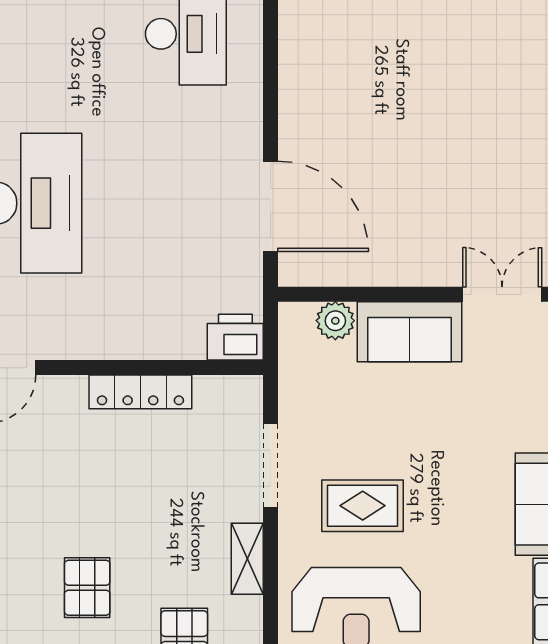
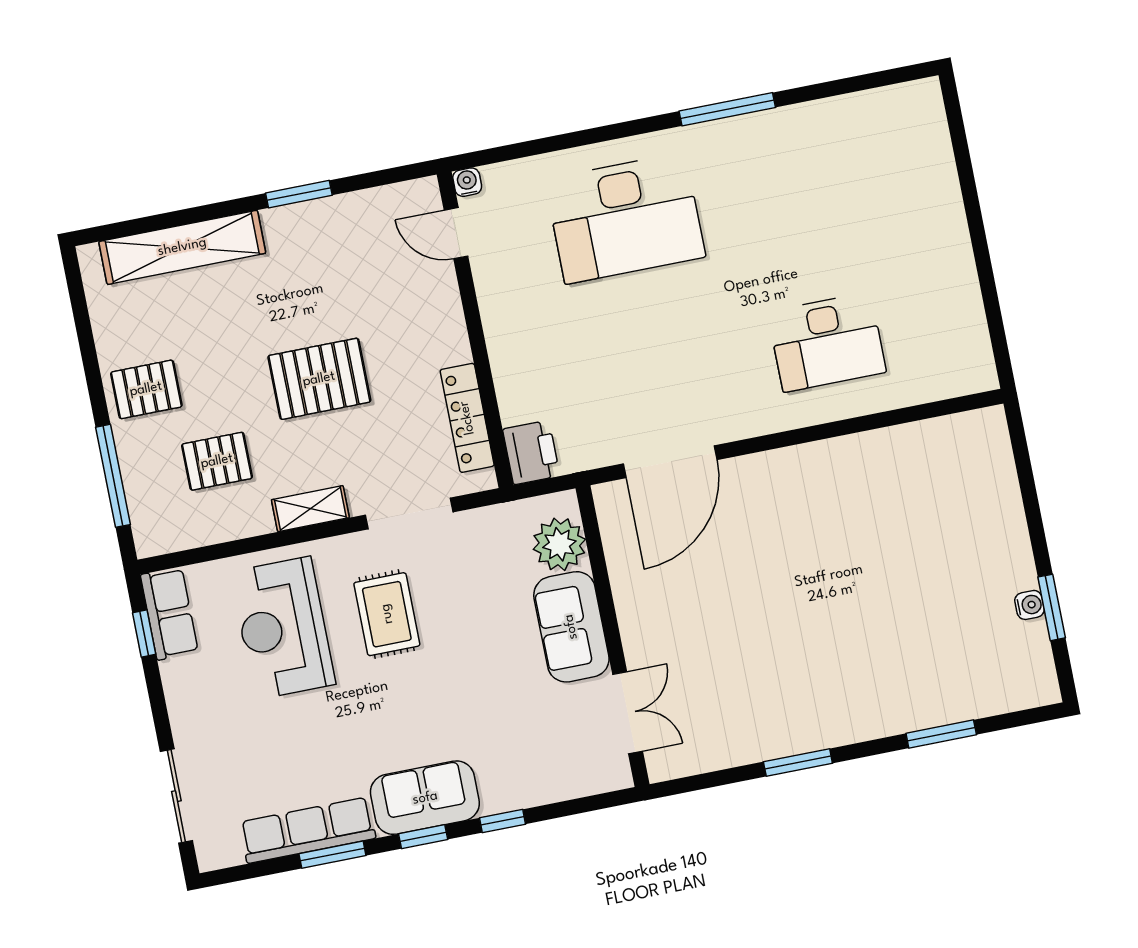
plant: (335, 321) -> (559, 544), width x1.36, depth x1.36
locker: (140, 392) -> (467, 418), moved
pallet: (87, 588) -> (319, 379), moved, width x1.50, depth x1.42

